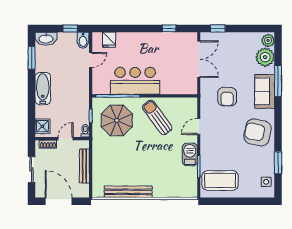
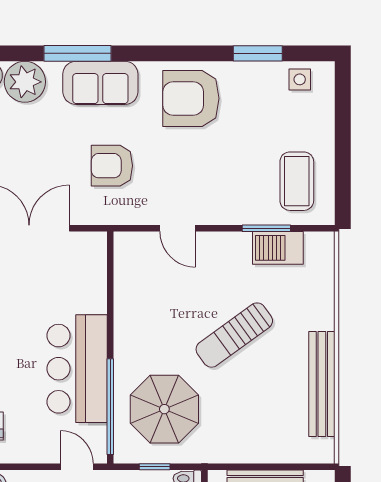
door: (91, 60) -> (77, 467), moved
armchair: (227, 97) -> (112, 166), turned 180
sun lounger: (157, 117) -> (234, 335), moved
armchair: (258, 132) -> (191, 98), turned 77
barbecue: (190, 154) -> (278, 248), moved
coffee table: (220, 180) -> (297, 181), width x0.73, depth x0.76

